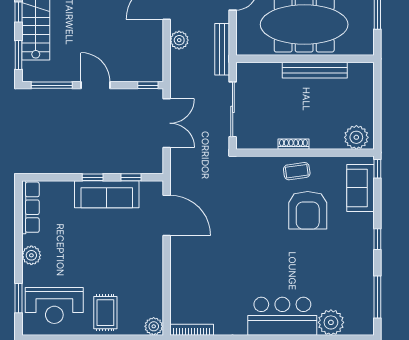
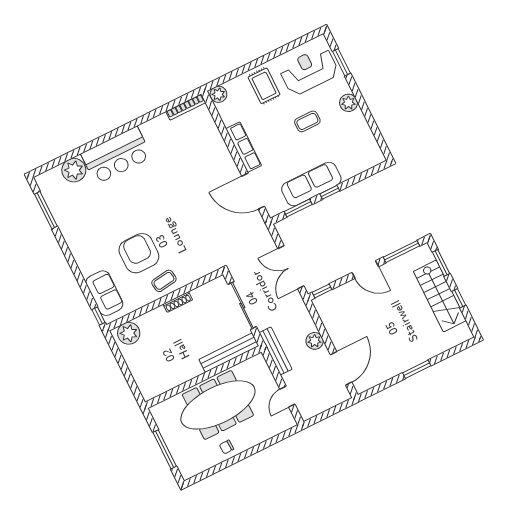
bench: (315, 70) -> (229, 353), moved
window: (131, 177) -> (298, 208), width x1.50
row of seats: (30, 207) -> (244, 147), moved, turned 180
window: (377, 239) -> (70, 258), removed
coffee table: (80, 257) -> (307, 121), added

